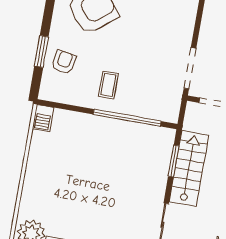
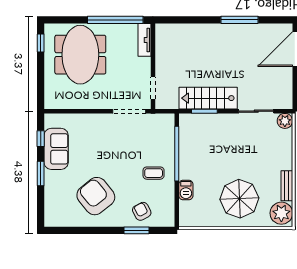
armchair: (64, 62) -> (142, 211), turned 52
barbecue: (43, 118) -> (186, 190), moved, turned 90
parasol: (58, 185) -> (239, 199), added

